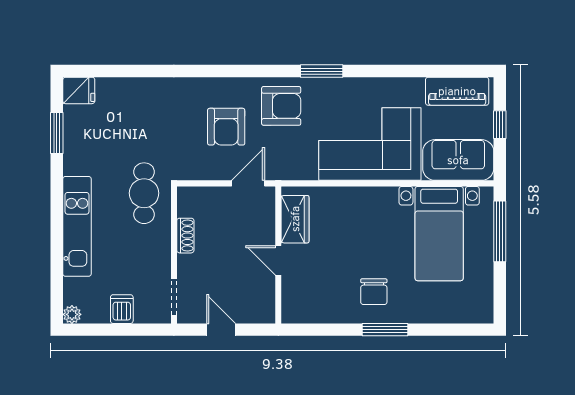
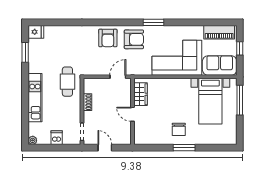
armchair: (226, 127) -> (108, 38), moved

